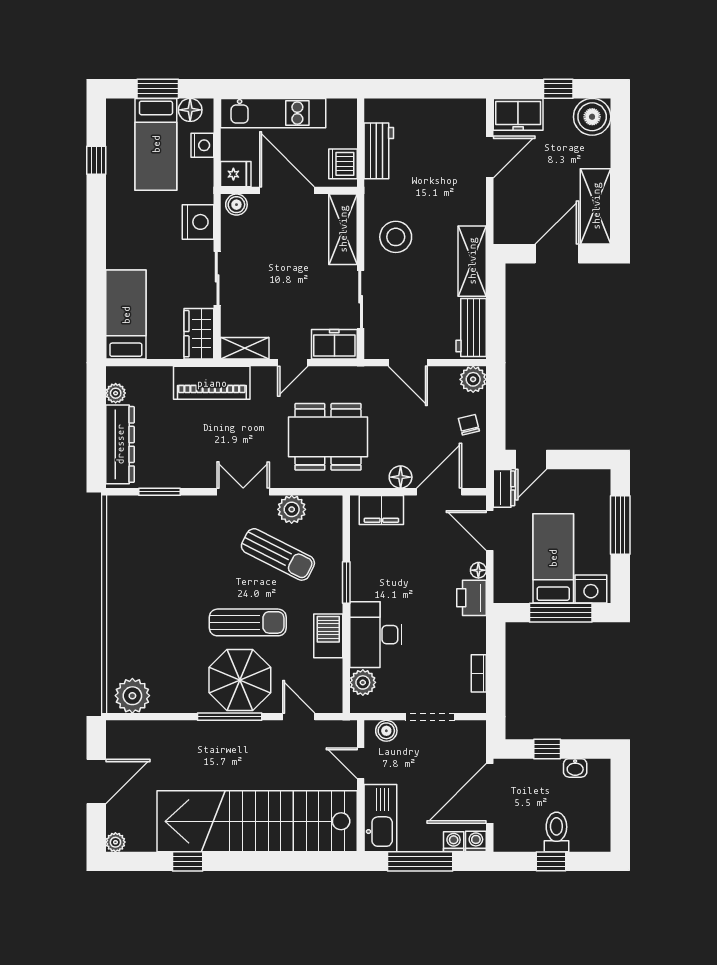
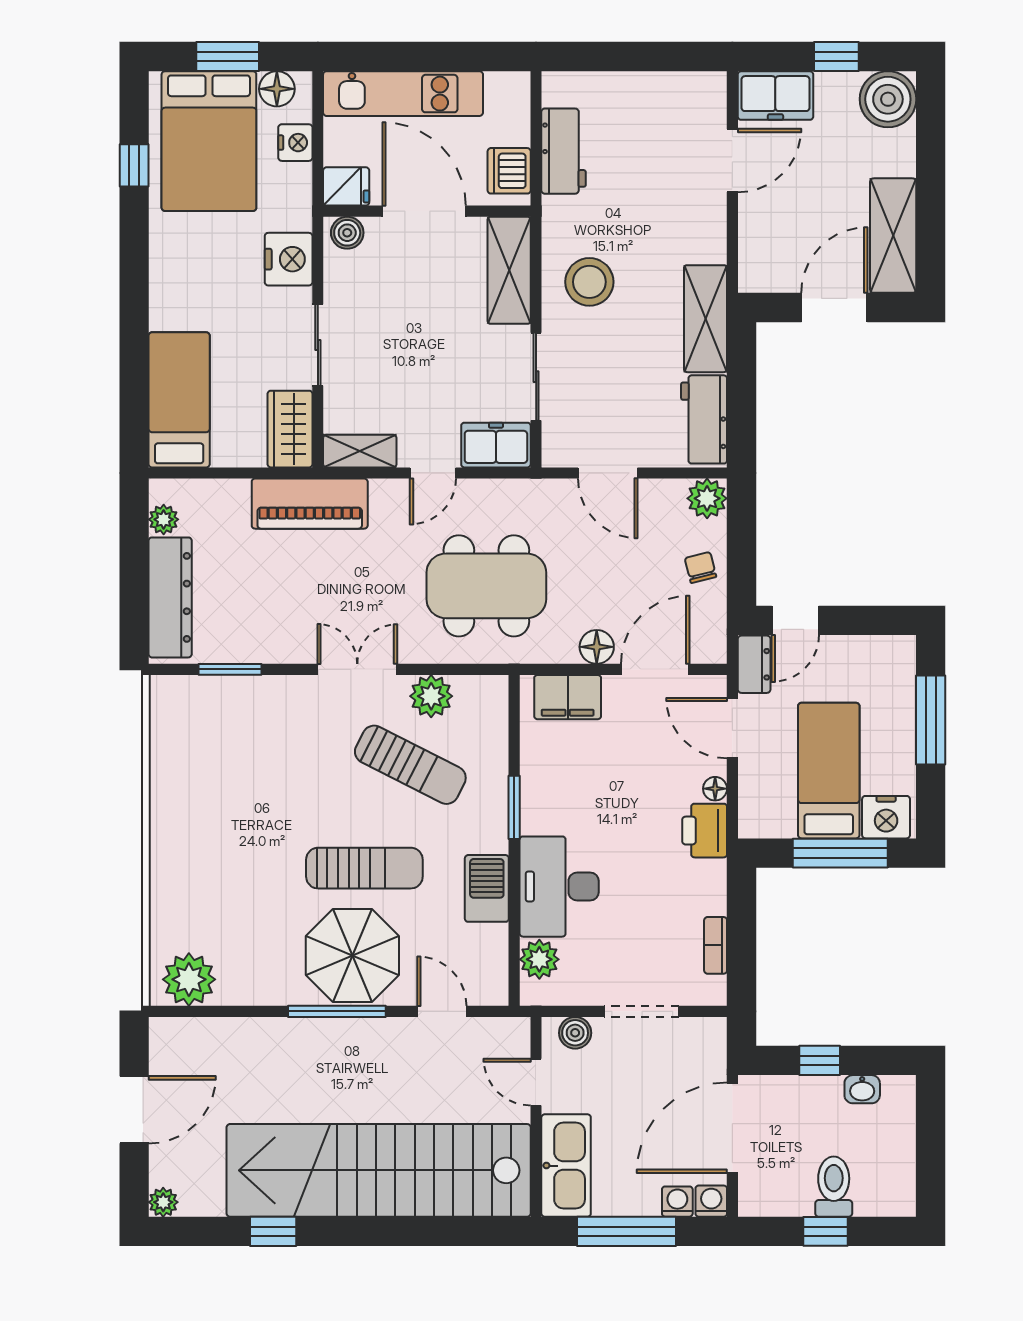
bed: (156, 144) -> (209, 141), width x1.50

